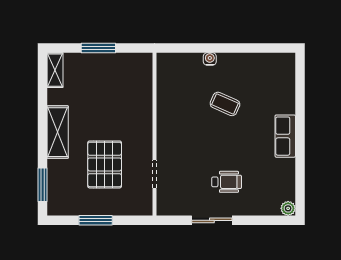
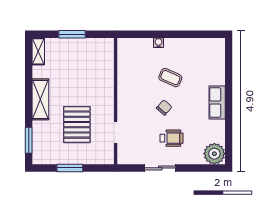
chair: (217, 142) -> (164, 107), added
plant: (288, 208) -> (214, 154), width x1.87, depth x1.87

